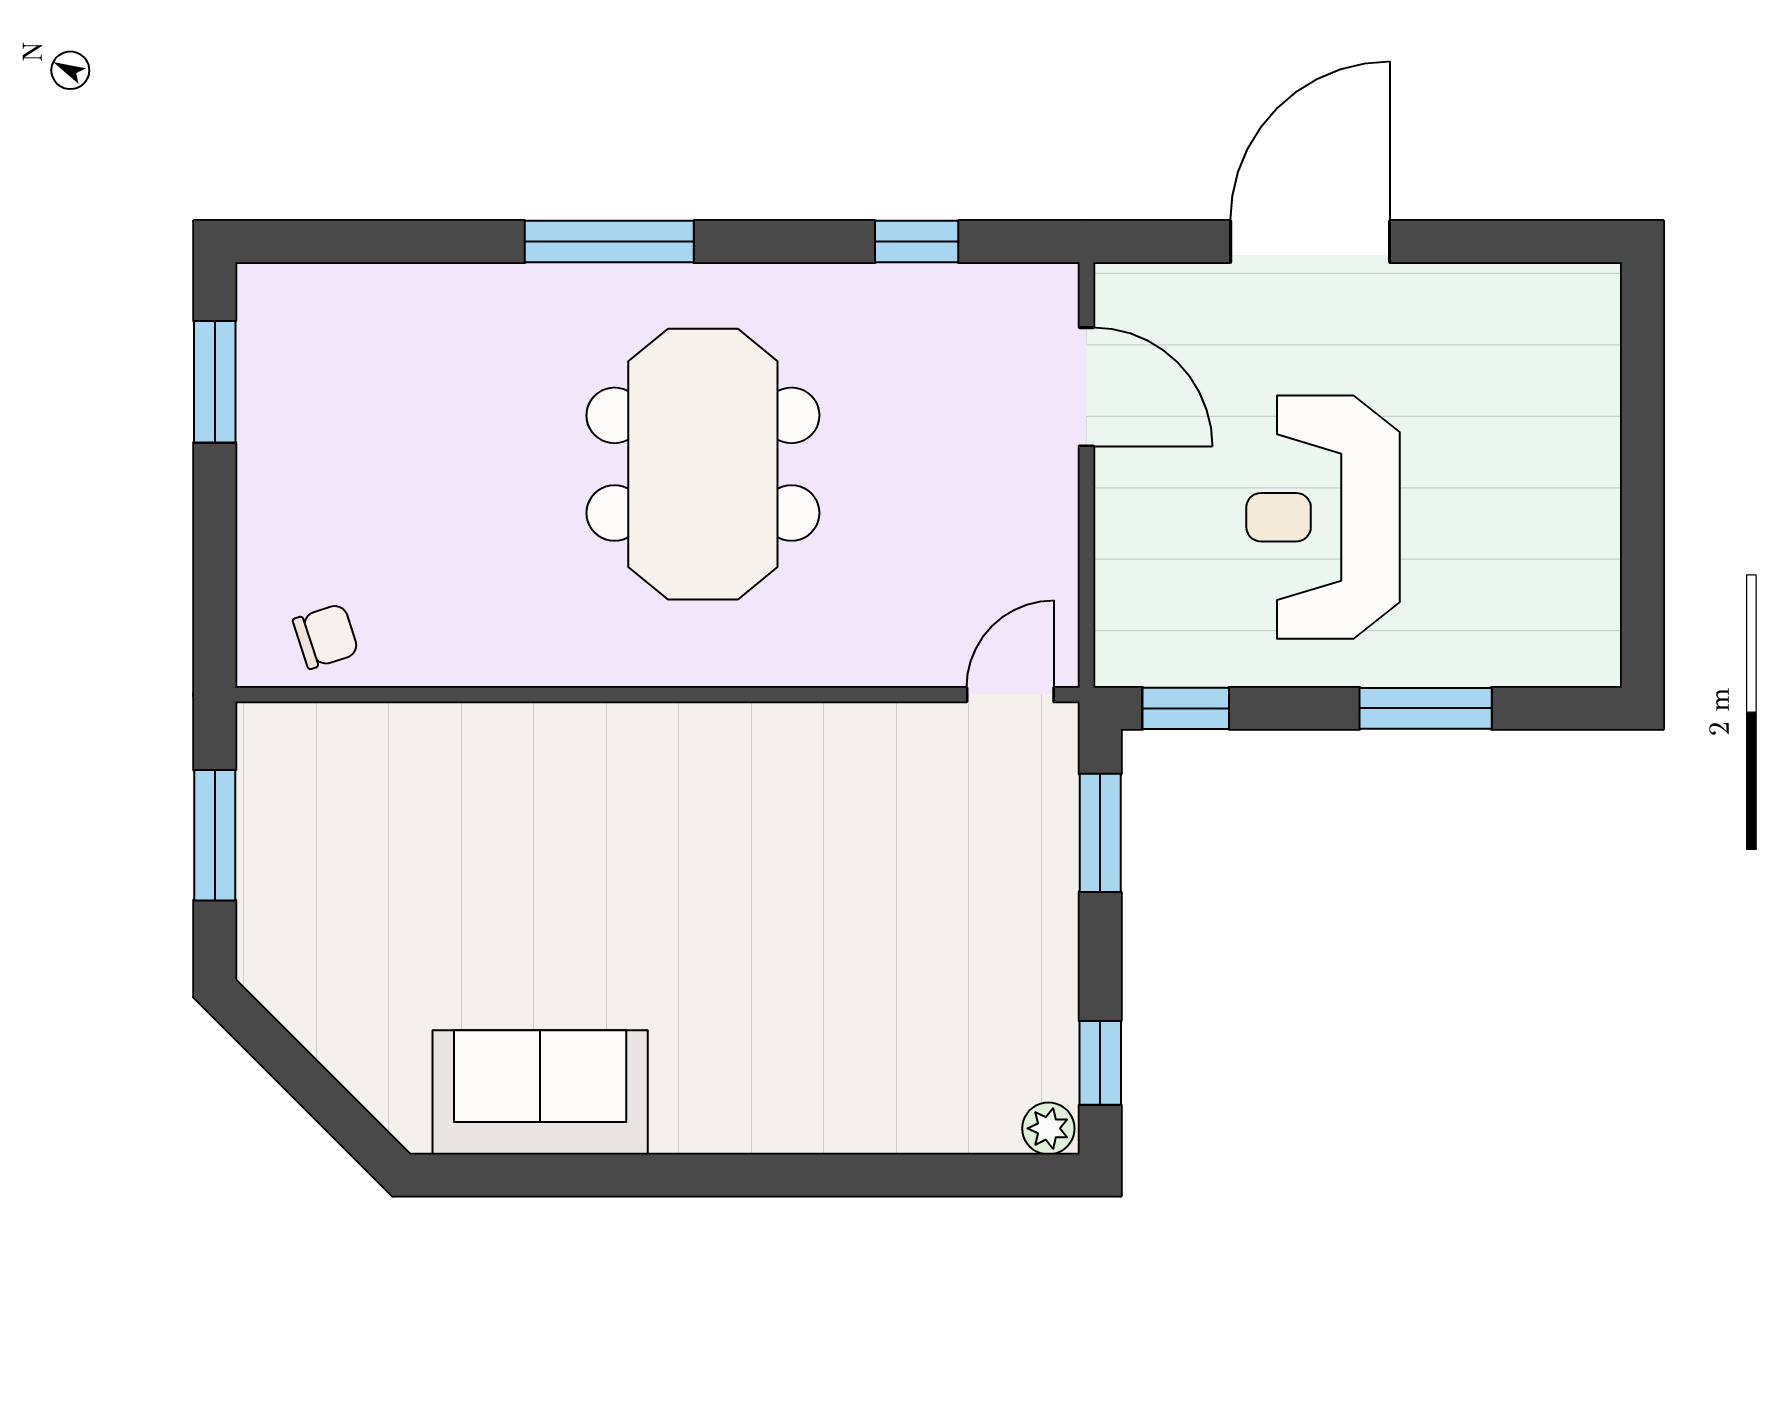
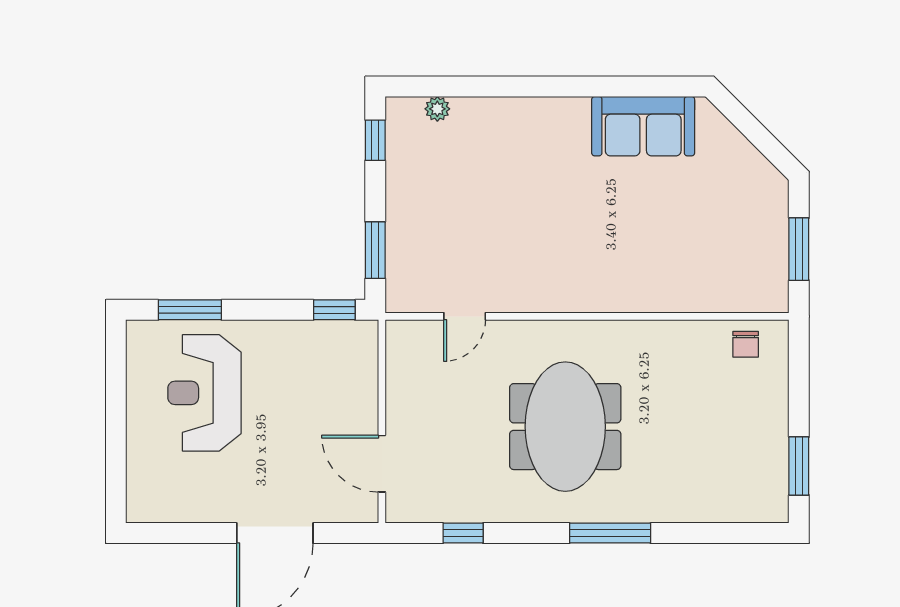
reception desk: (1323, 517) -> (204, 393), moved, turned 180
chair: (326, 636) -> (746, 344), turned -72
door: (1010, 695) -> (465, 316), moved
window: (1426, 708) -> (190, 310), moved
plant: (1048, 1128) -> (437, 109), moved

